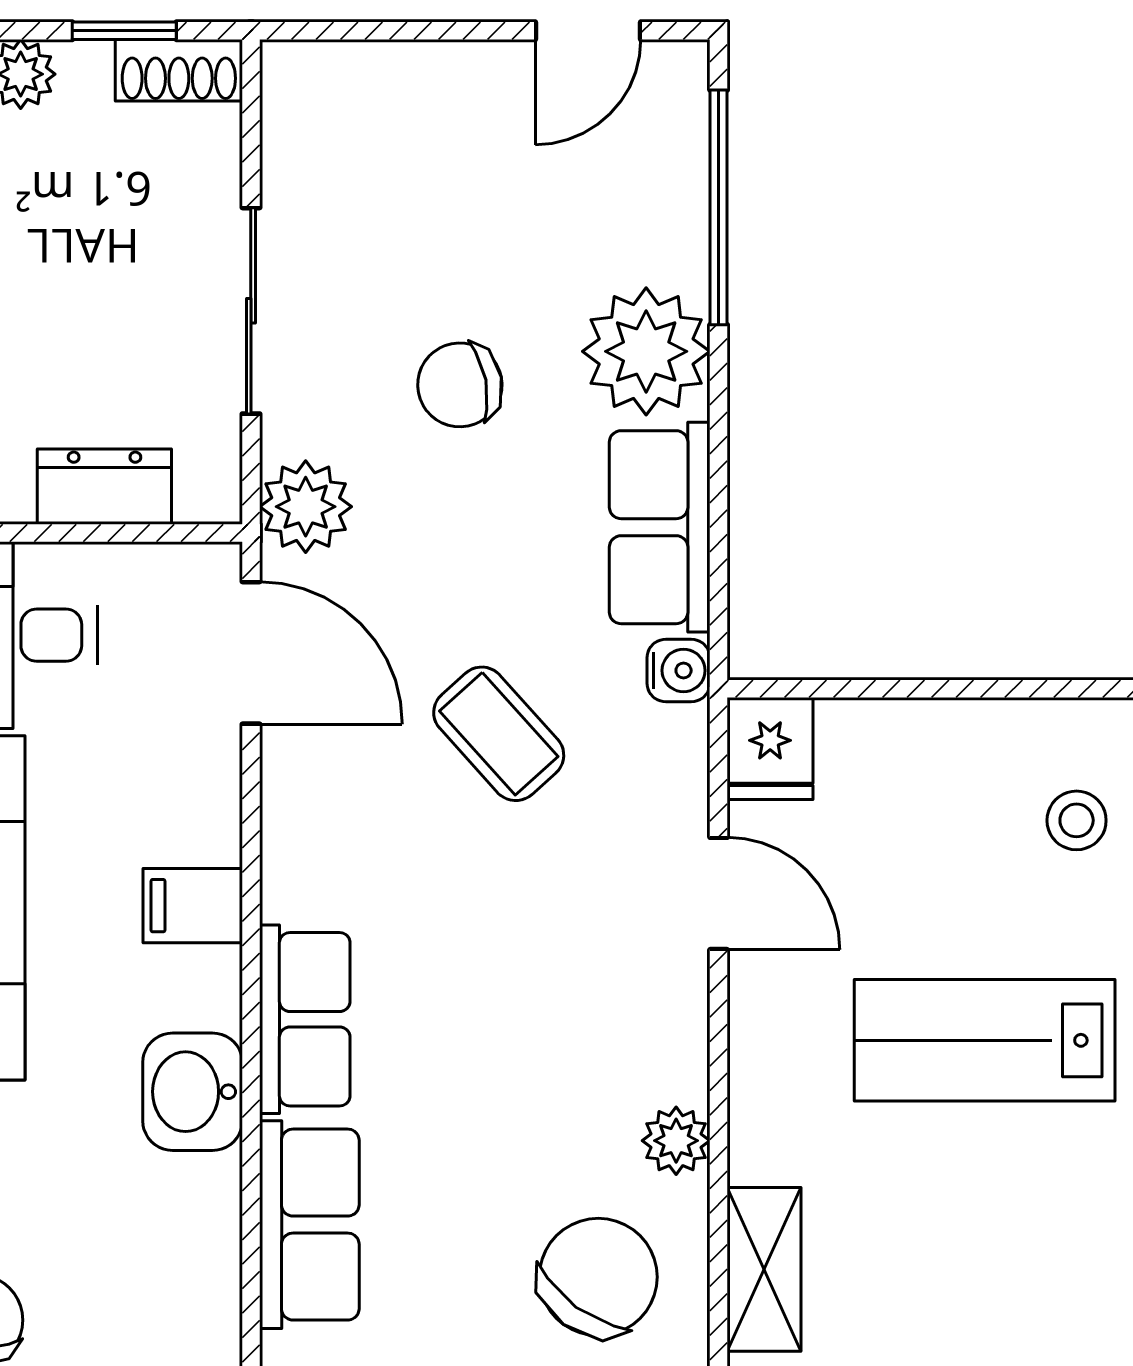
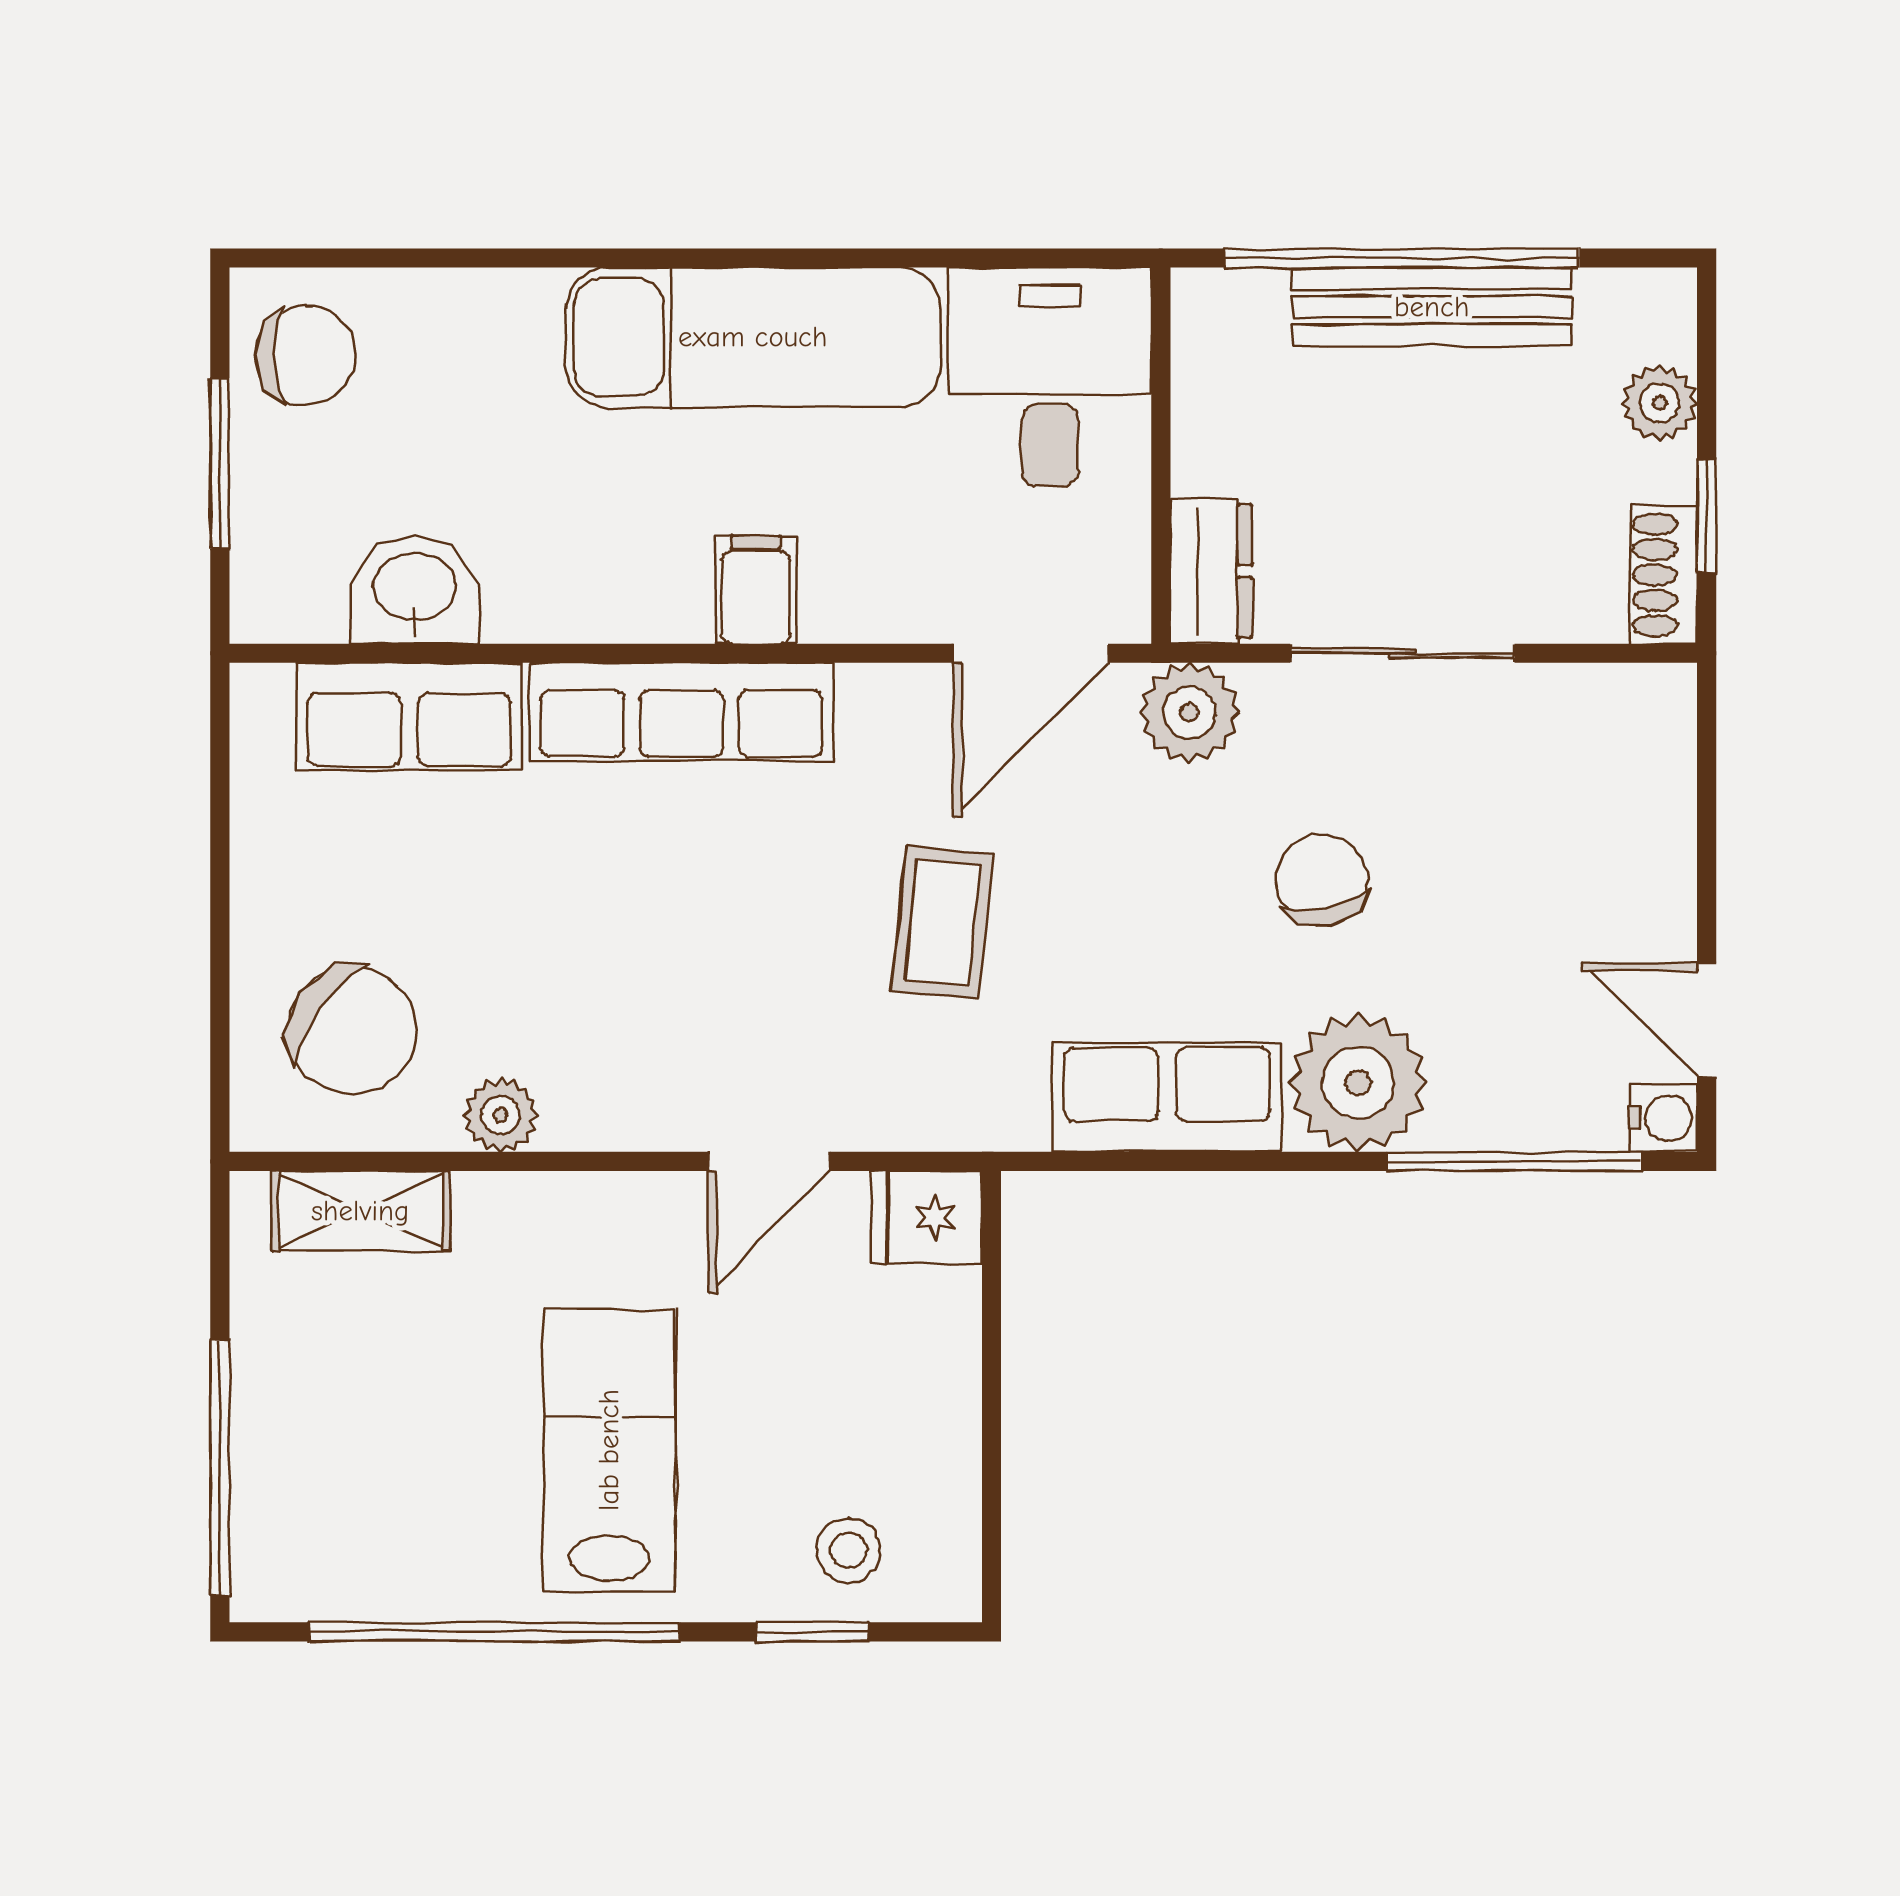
dresser: (104, 487) -> (1211, 571), moved
water cooler: (679, 670) -> (1663, 1118), moved, turned -90
coffee table: (499, 734) -> (943, 922), turned -42
row of seats: (305, 1019) -> (681, 712), width x1.48
washbasin: (193, 1092) -> (414, 590), moved

